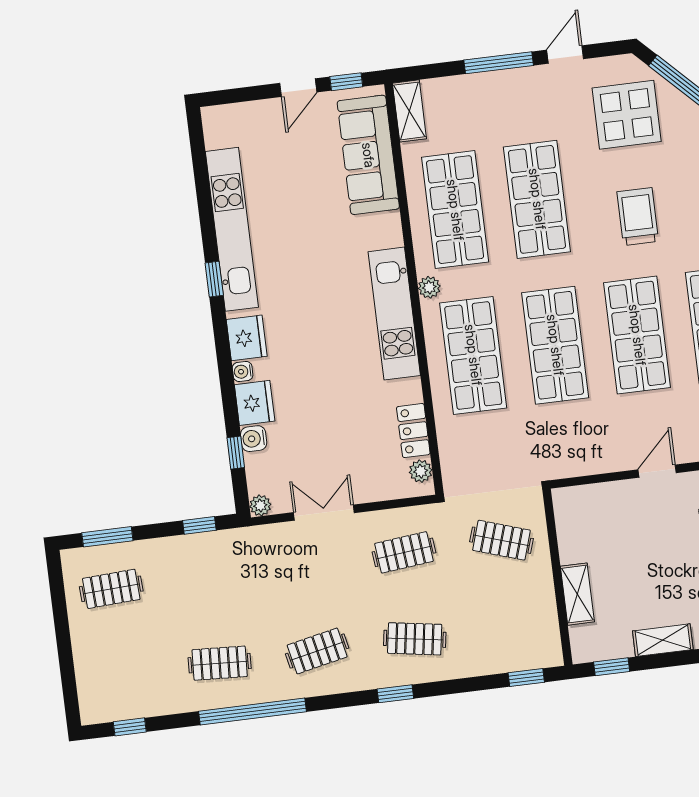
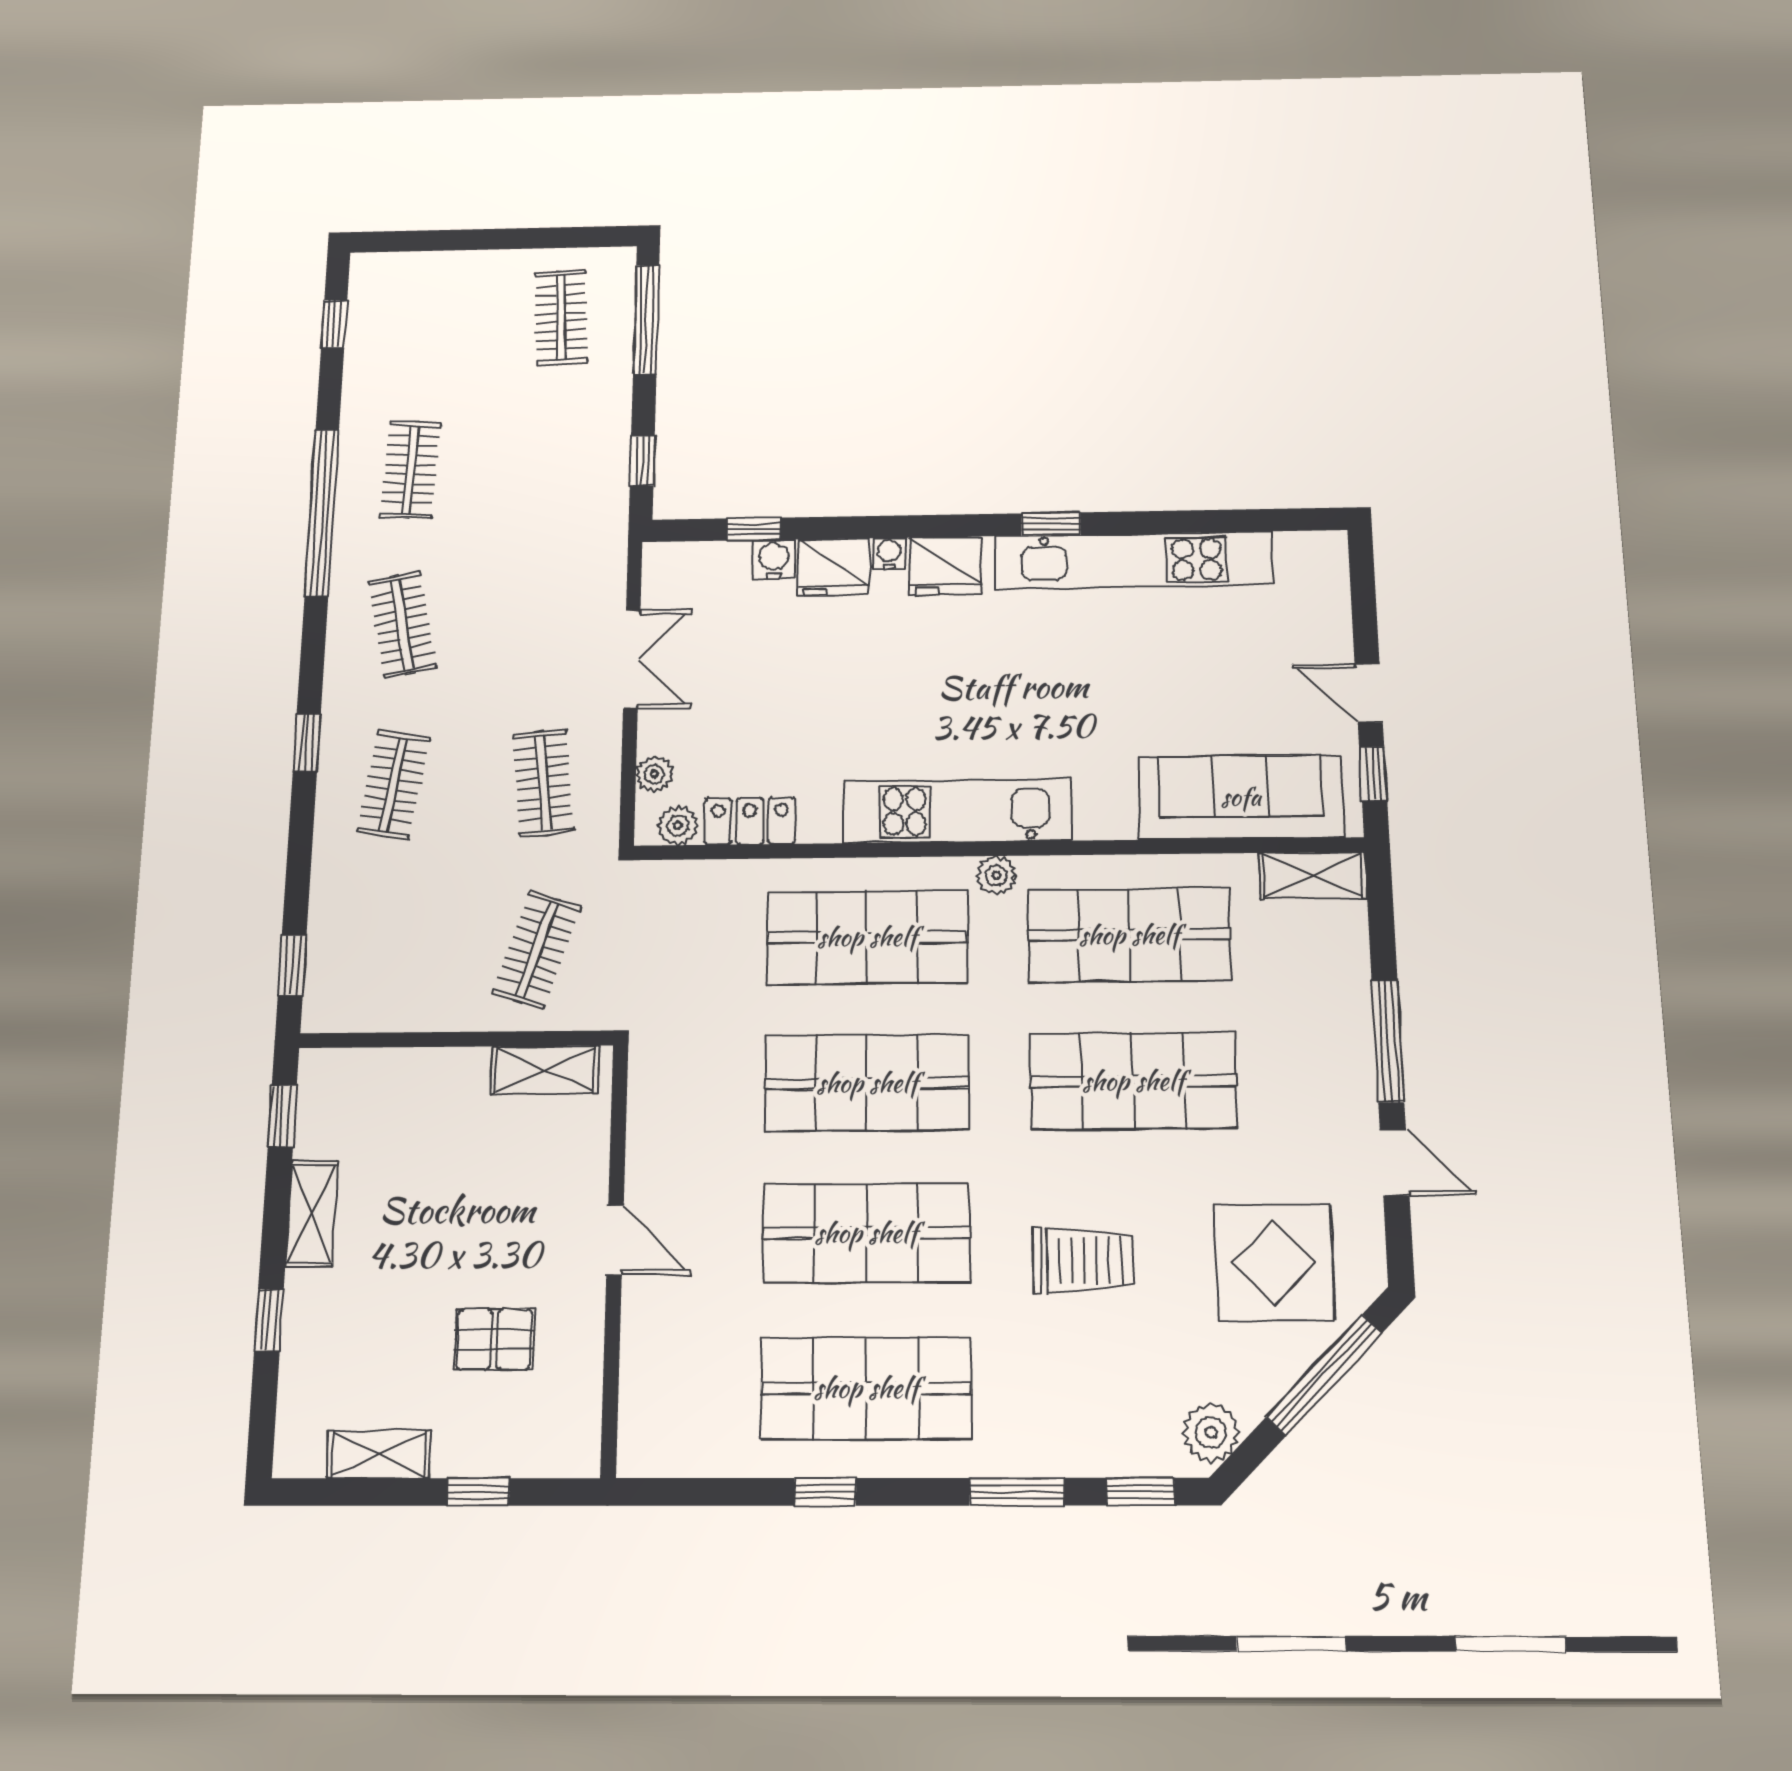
plant: (260, 505) -> (654, 774), moved
window: (107, 537) -> (646, 319), width x1.44
shelving: (577, 594) -> (545, 1070), moved

